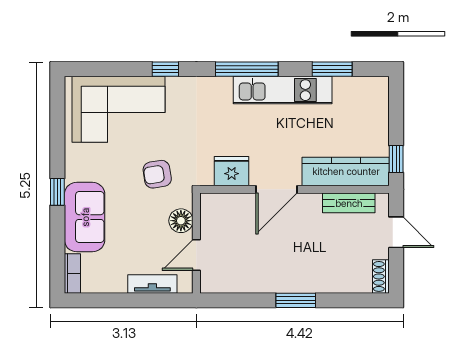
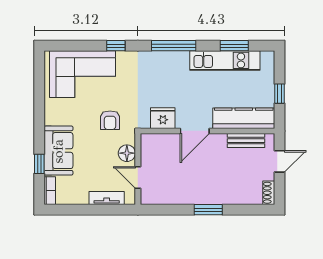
kitchen unit: (283, 90) -> (225, 60), moved
window: (396, 159) -> (280, 94), moved
armchair: (157, 174) -> (110, 120), turned -81
window: (57, 192) -> (39, 164), moved
door: (396, 232) -> (280, 161), hinge flipped
door: (196, 255) -> (138, 177), hinge flipped

